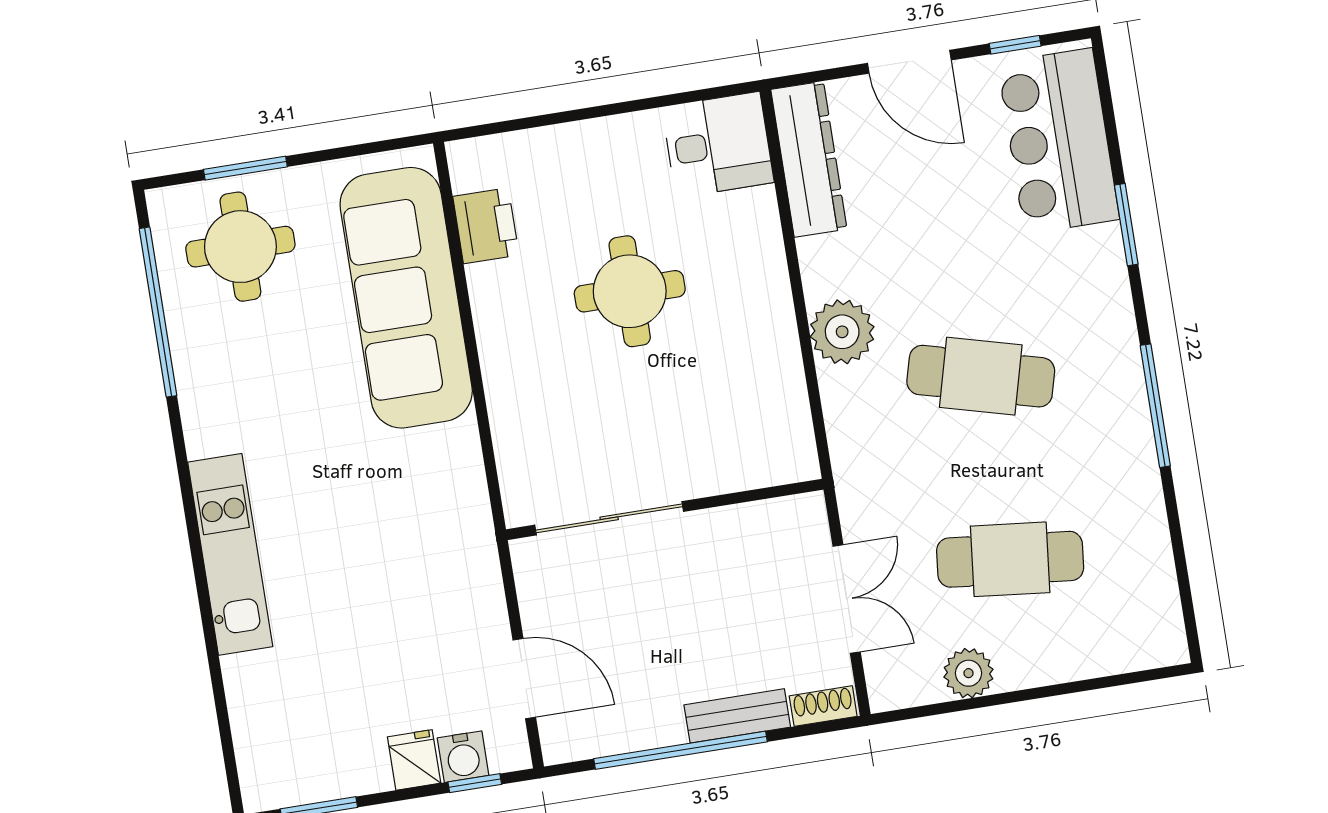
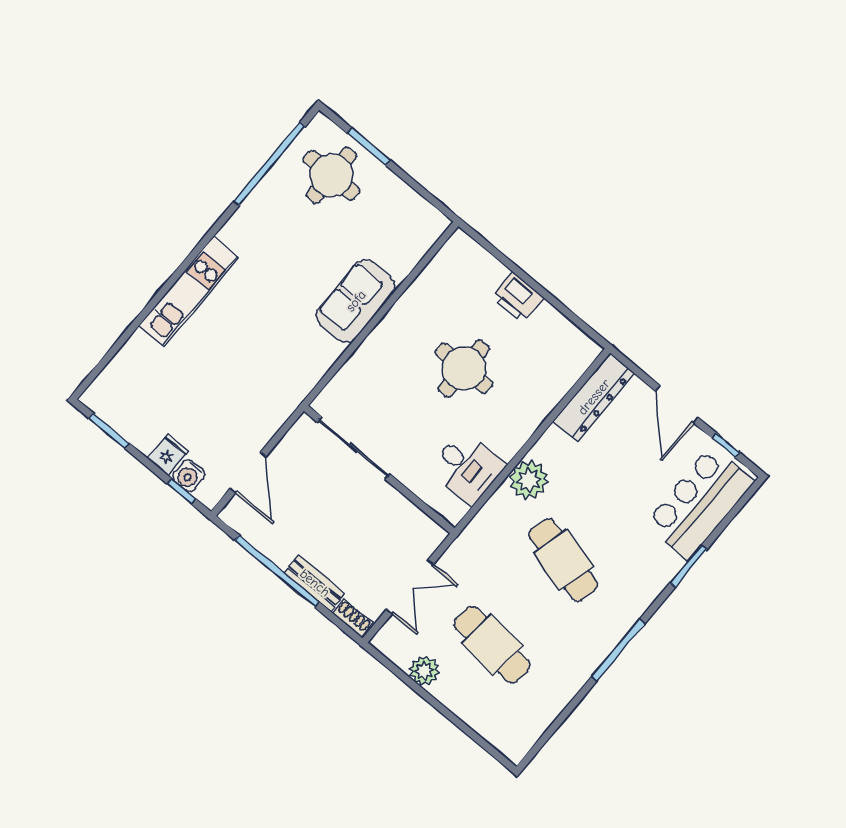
desk: (718, 145) -> (467, 467), moved
printer: (486, 226) -> (518, 298), moved, turned 90
sofa: (406, 298) -> (356, 301), width x0.54, depth x0.79

